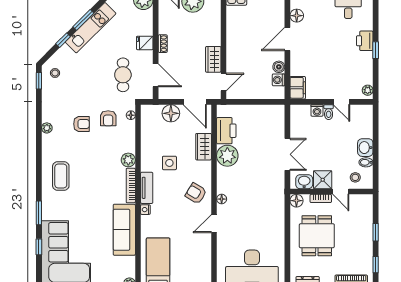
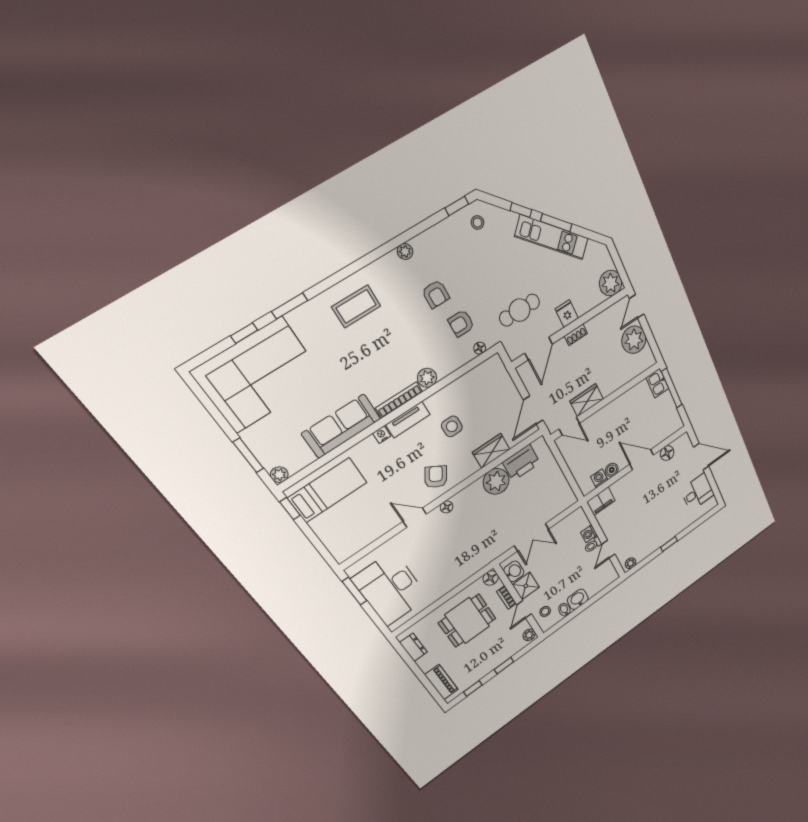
printer: (365, 41) -> (673, 529), removed
floor lamp: (171, 113) -> (507, 392), removed
plant: (365, 200) -> (529, 635), added

